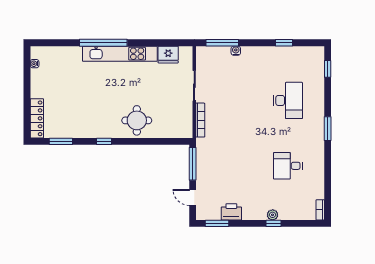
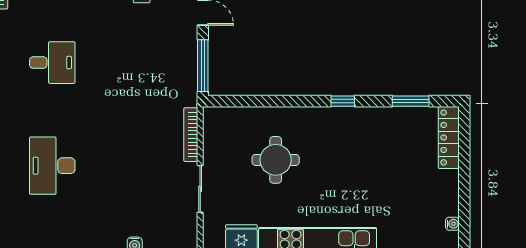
round table: (137, 120) -> (276, 160), moved

